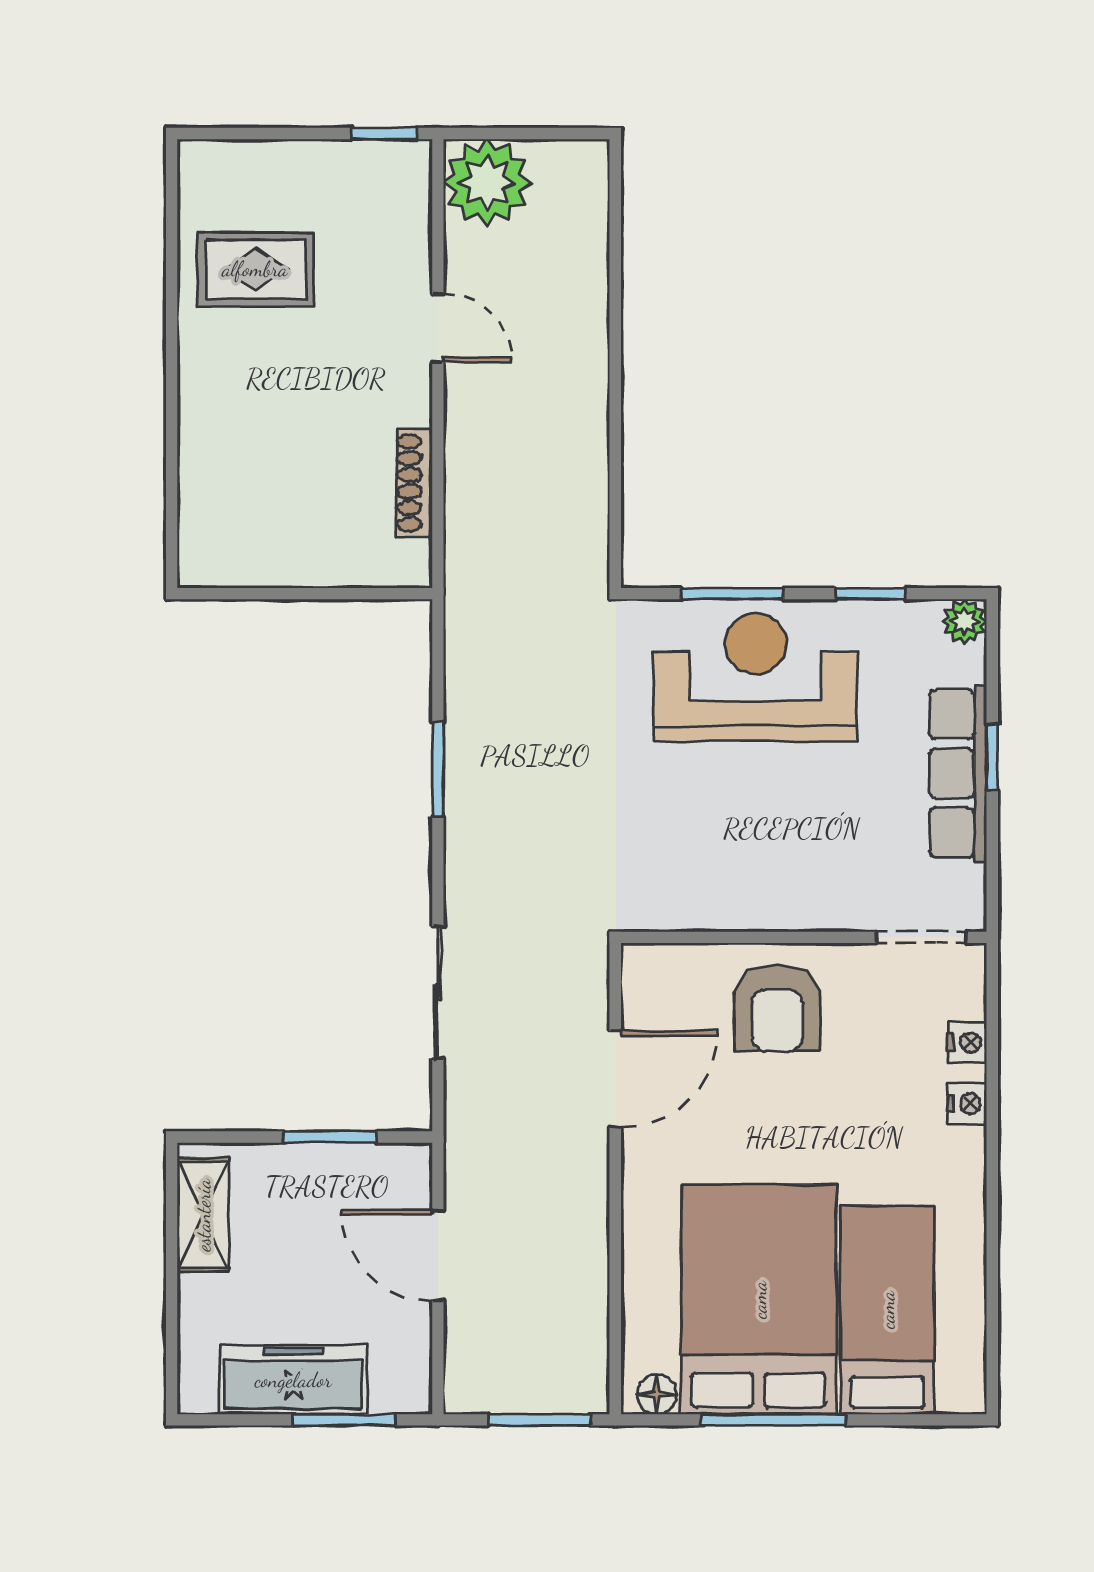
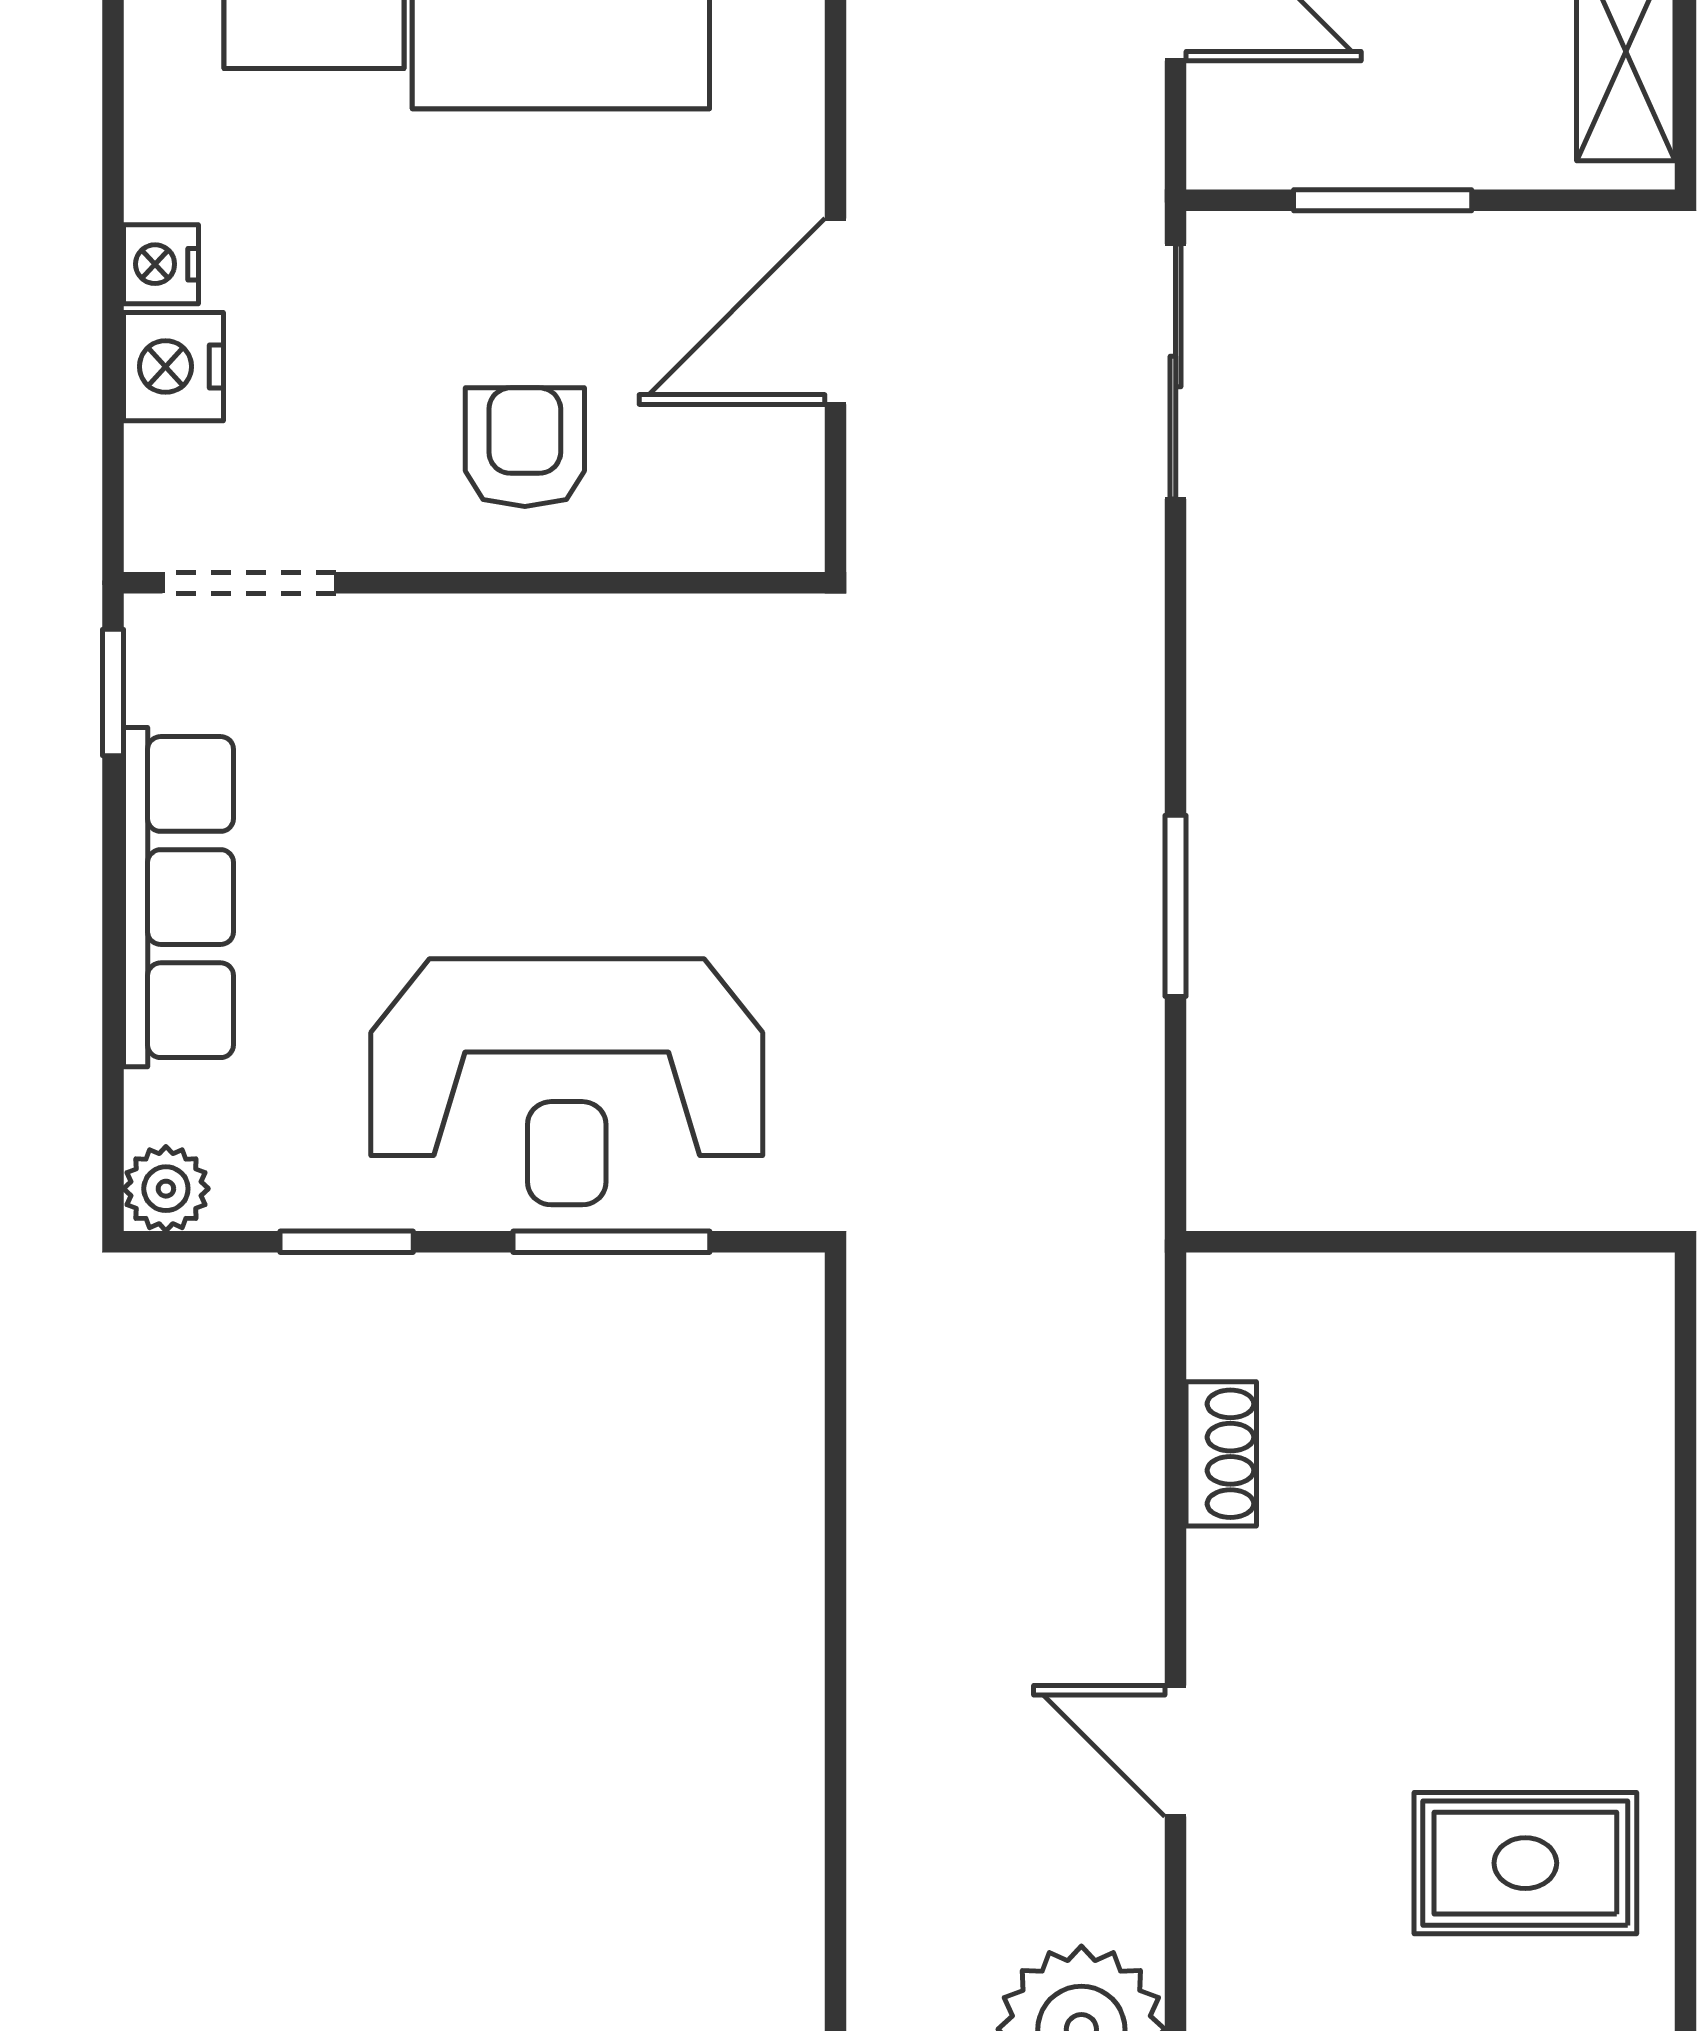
shoe rack: (414, 483) -> (1221, 1454), width x0.70
window: (992, 757) -> (113, 693), moved
sliding door: (438, 992) -> (1176, 372), moved
armchair: (777, 1008) -> (525, 447), width x0.72, depth x0.72
nightstand: (967, 1042) -> (173, 367), width x1.39, depth x1.35

